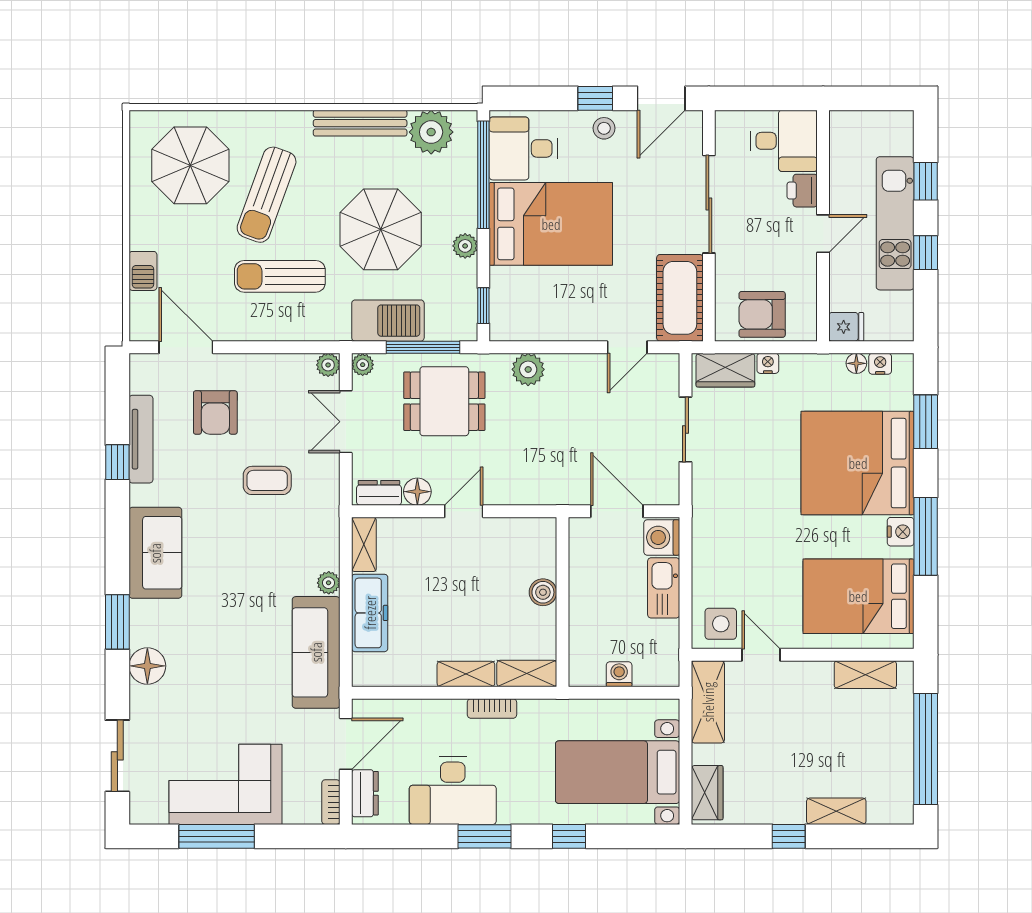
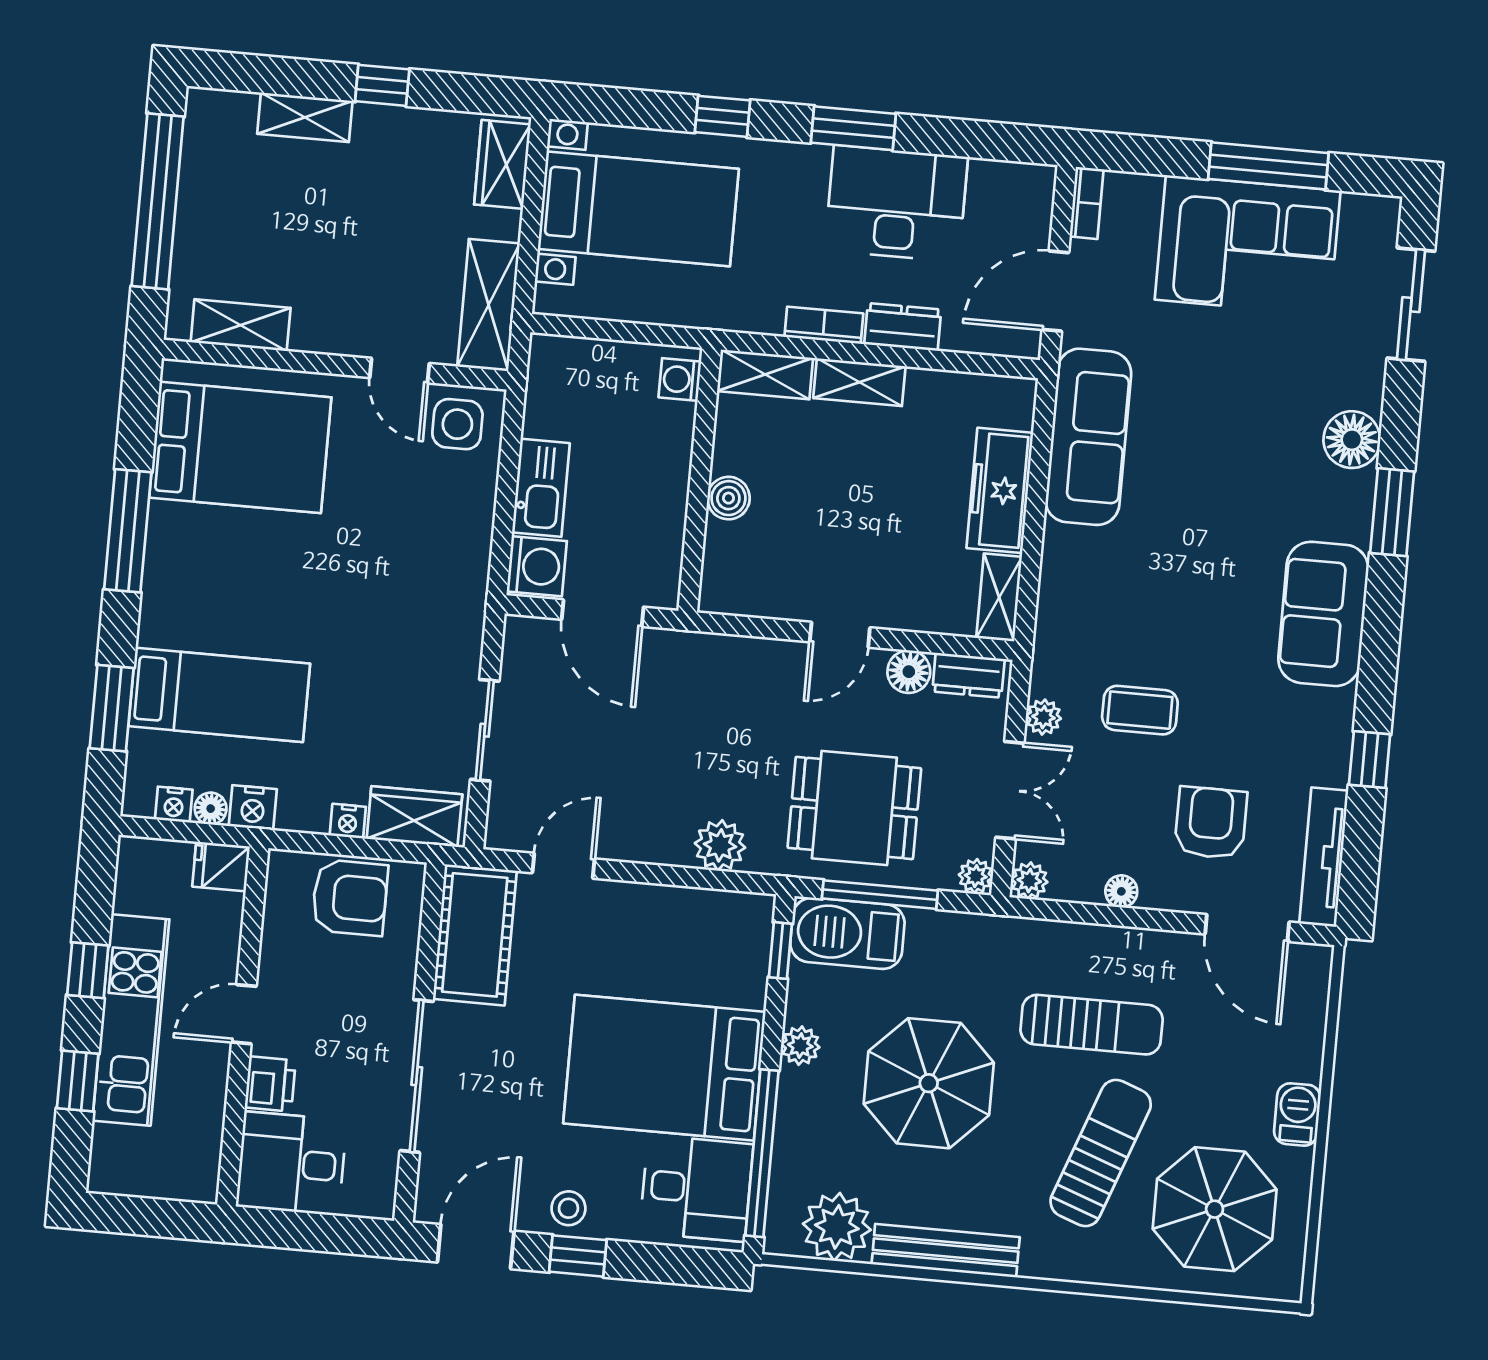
barbecue: (143, 271) -> (1297, 1114), moved
barbecue: (388, 321) -> (847, 933), moved
floor lamp: (269, 363) -> (1121, 891), added
tv unit: (141, 439) -> (1324, 857), moved
bed: (858, 463) -> (219, 695), width x0.49
nightstand: (901, 532) -> (253, 808), moved, turned -90
plant: (329, 583) -> (1043, 717), moved
washing machine: (619, 674) -> (680, 379), moved, turned 90
dresser: (365, 793) -> (903, 327), moved, turned 90

